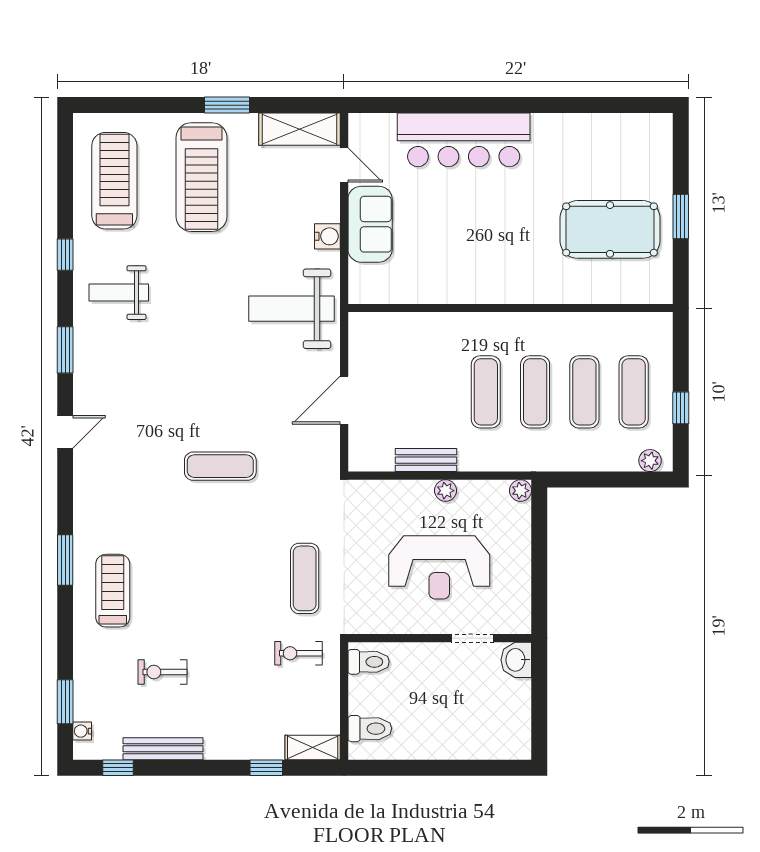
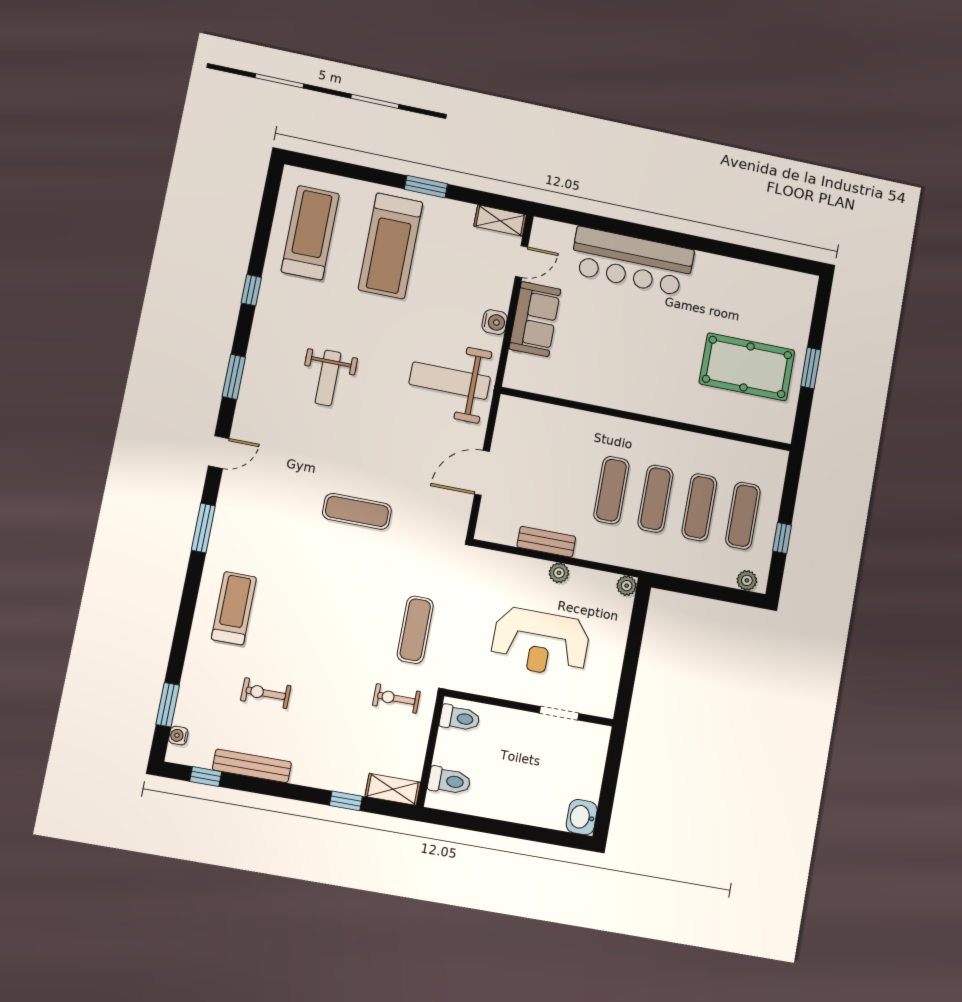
shelving: (300, 129) -> (500, 220), width x0.67, depth x0.75
door: (344, 165) -> (521, 262), hinge flipped
weight bench: (119, 293) -> (328, 378), moved, turned -90
window: (65, 560) -> (203, 528), moved
washbasin: (516, 660) -> (582, 817), moved

